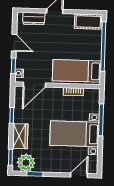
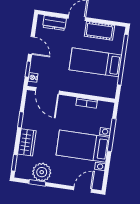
cot: (88, 22) -> (99, 31), moved
bed: (77, 71) -> (95, 62), moved
door: (34, 85) -> (47, 91), hinge flipped
plant: (26, 163) -> (42, 172), moved

